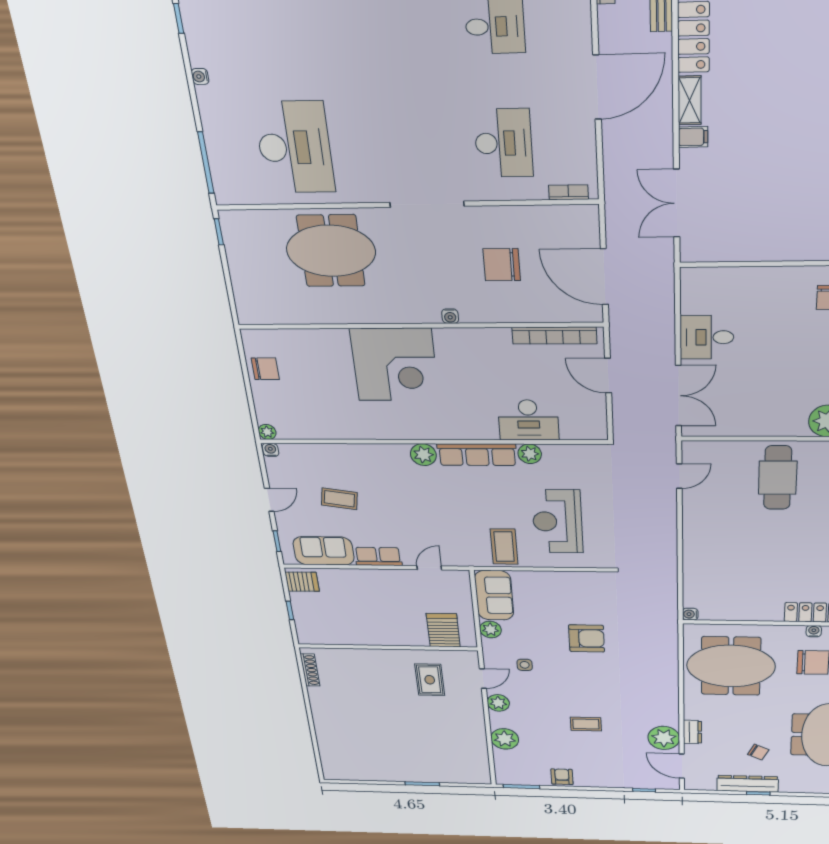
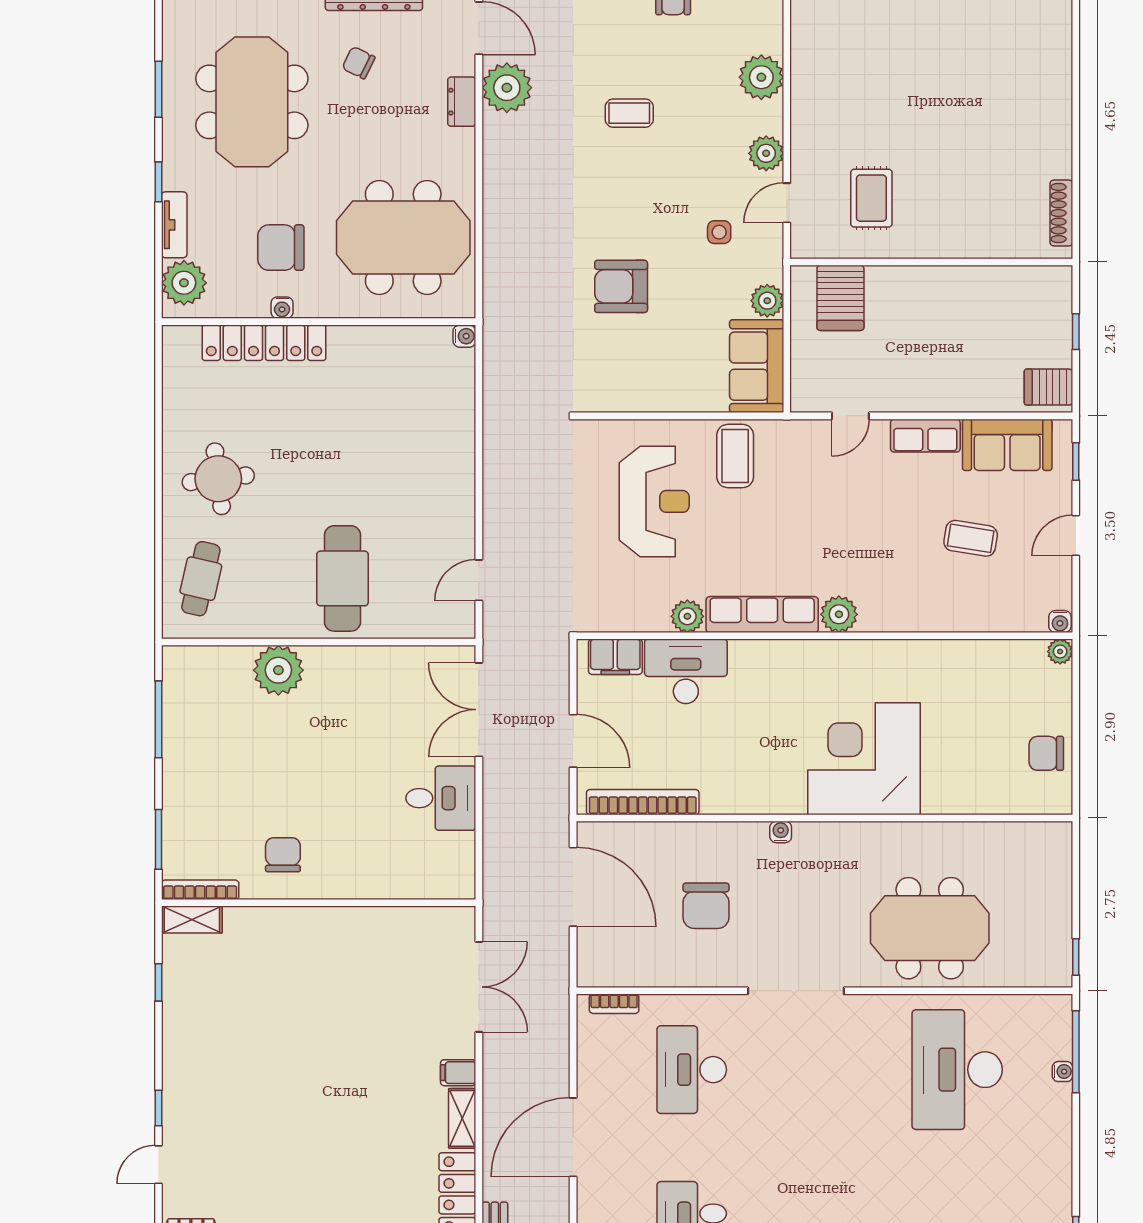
water cooler: (200, 76) -> (1062, 1072), moved
chair: (502, 265) -> (706, 906), turned 90
filing cabinet: (580, 429) -> (615, 657), added

